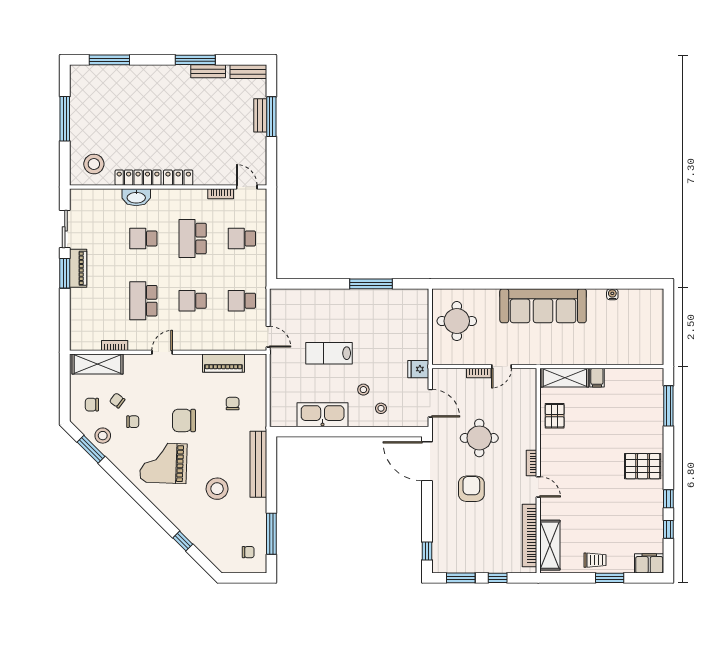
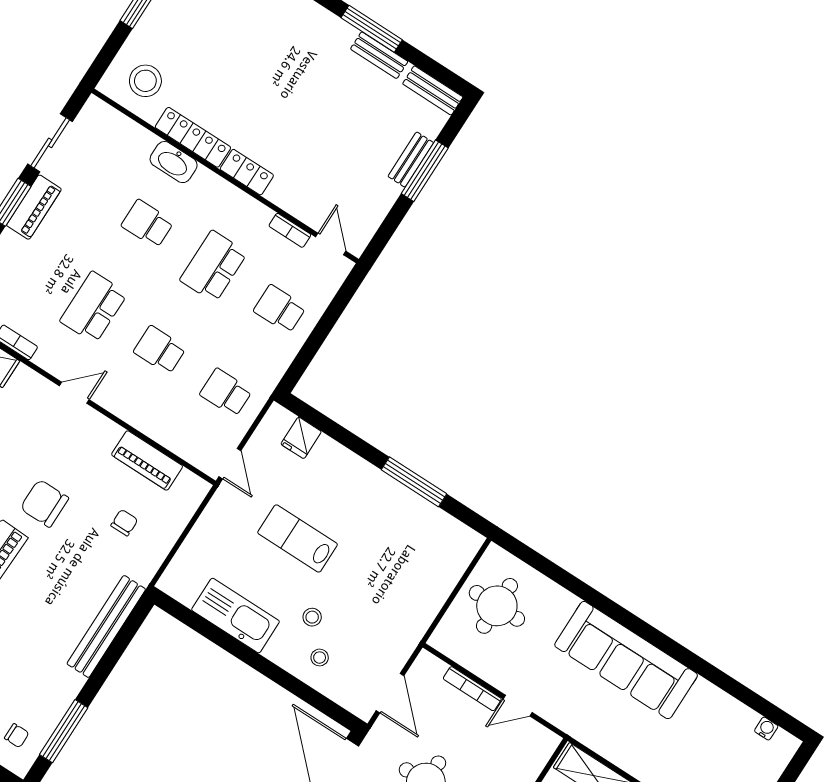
water cooler: (612, 294) -> (766, 729), moved
fridge: (418, 369) -> (301, 438), moved, turned -90
bookcase: (479, 373) -> (472, 689), width x1.56
stool: (217, 489) -> (30, 623), removed

